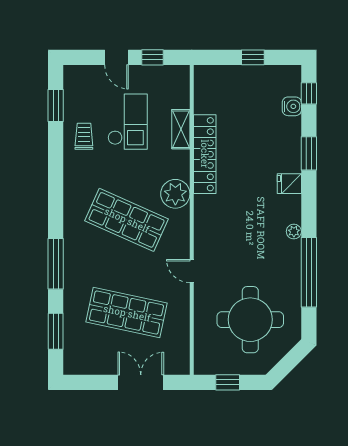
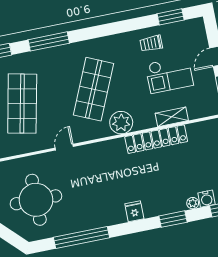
trolley: (84, 136) -> (151, 43), turned 180
fridge: (289, 184) -> (134, 211), moved
plant: (294, 232) -> (193, 203), moved

